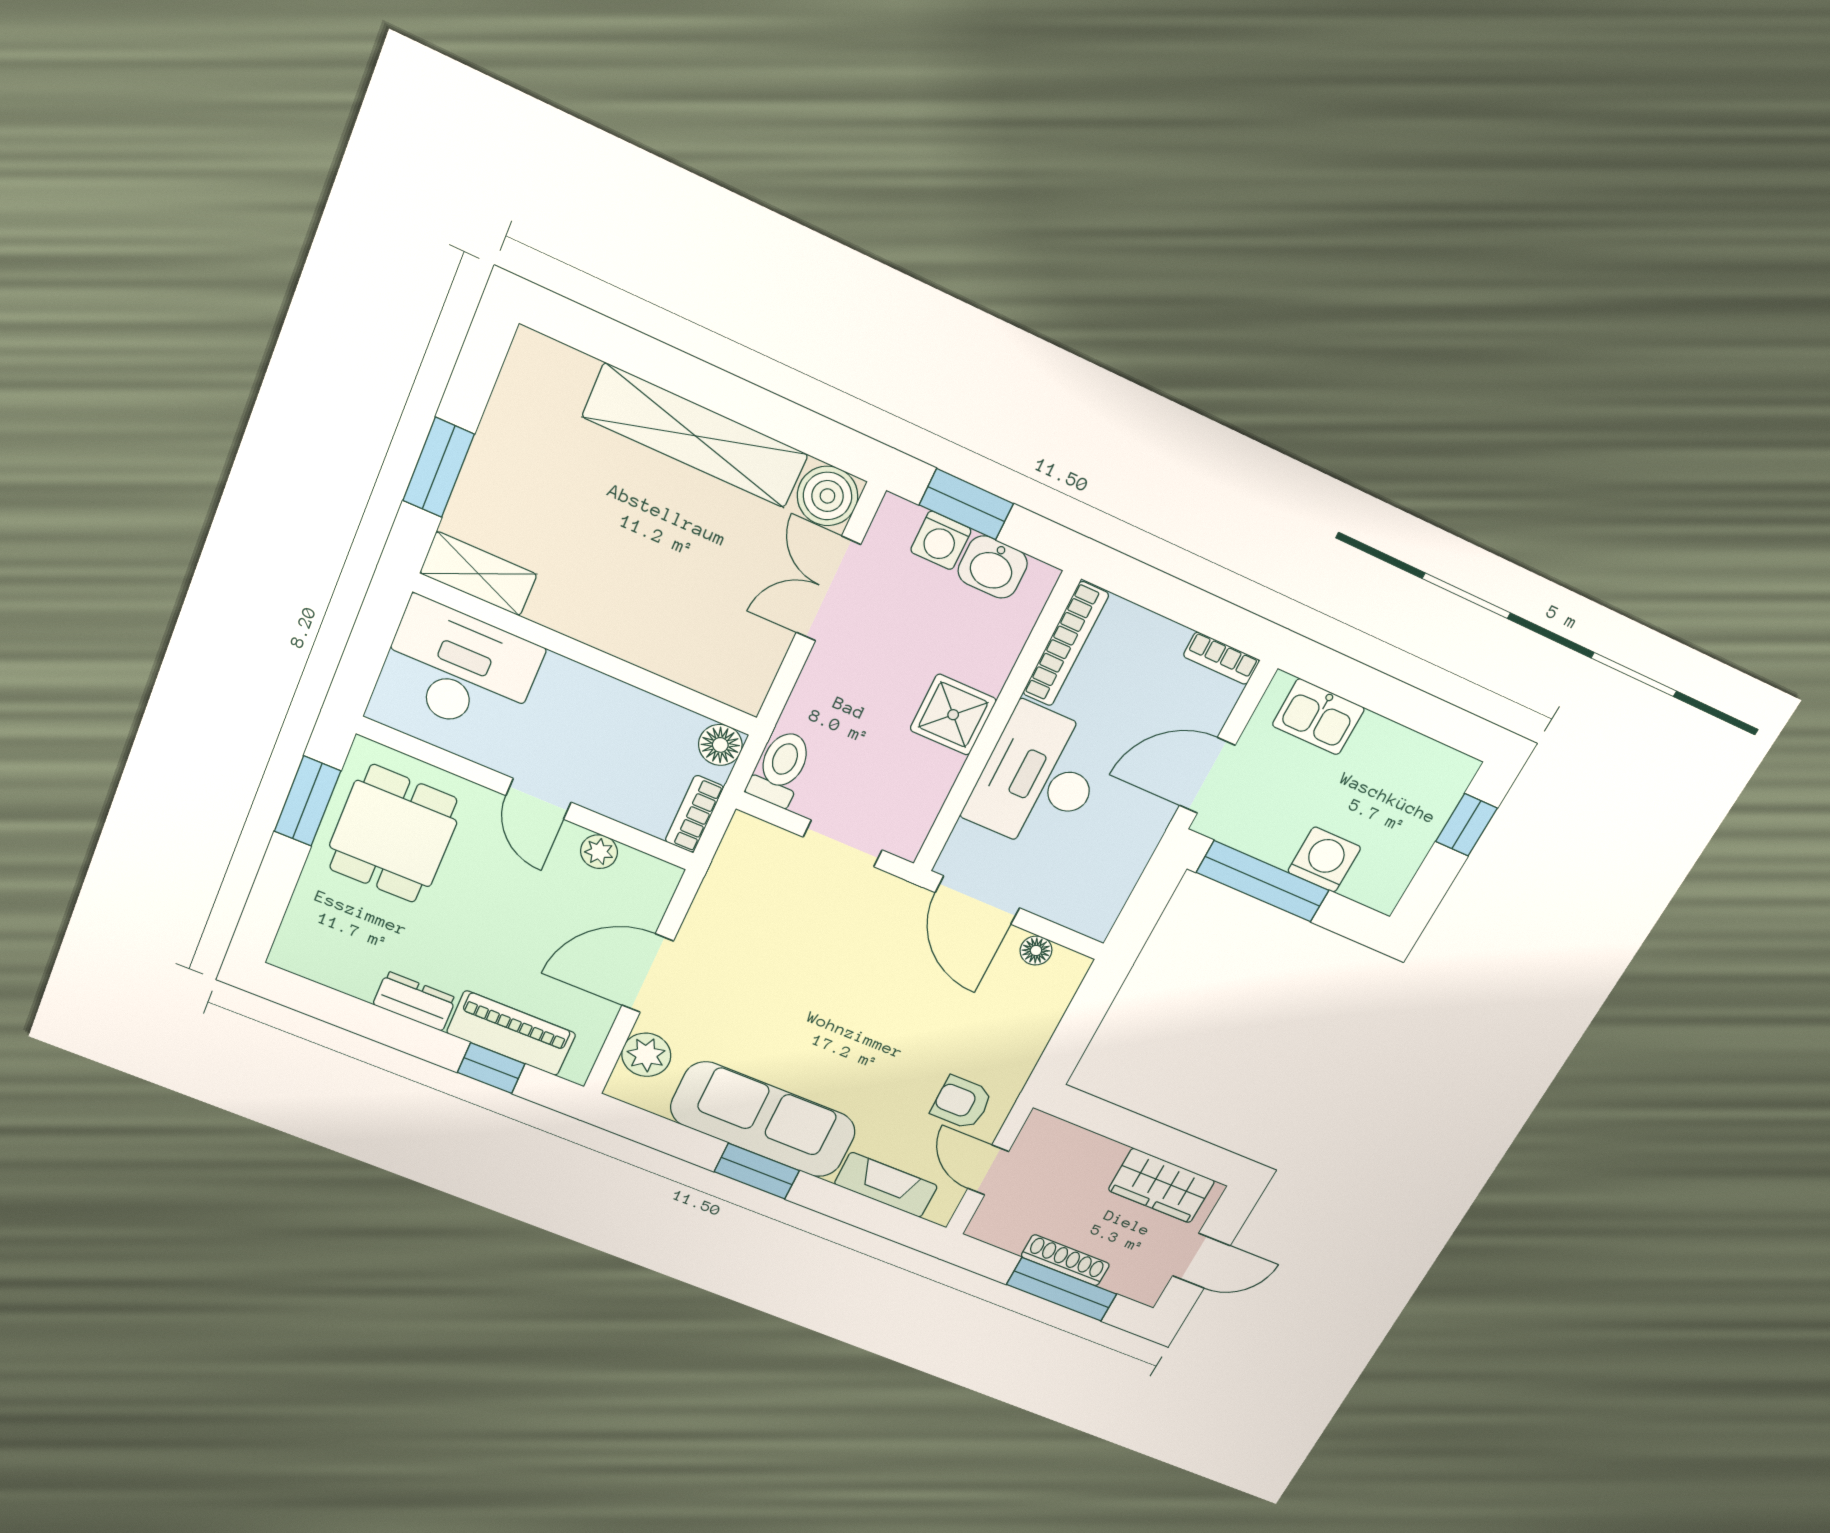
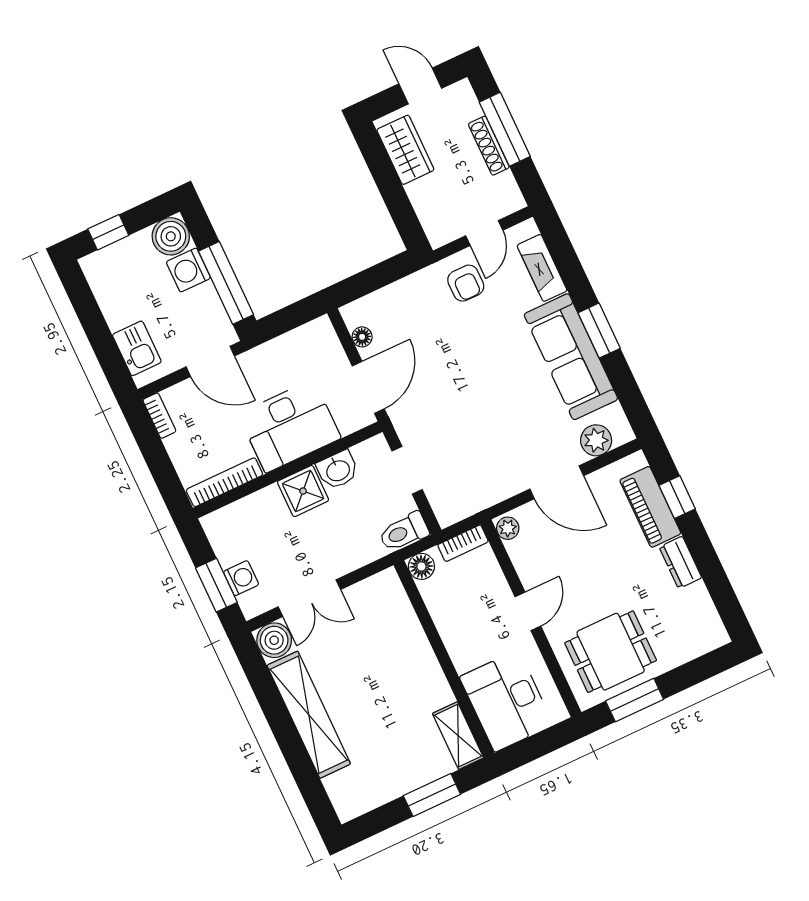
washbasin: (993, 567) -> (338, 470), moved, turned 90
plant: (599, 852) -> (508, 528), moved
boiler: (1379, 881) -> (171, 236), added

